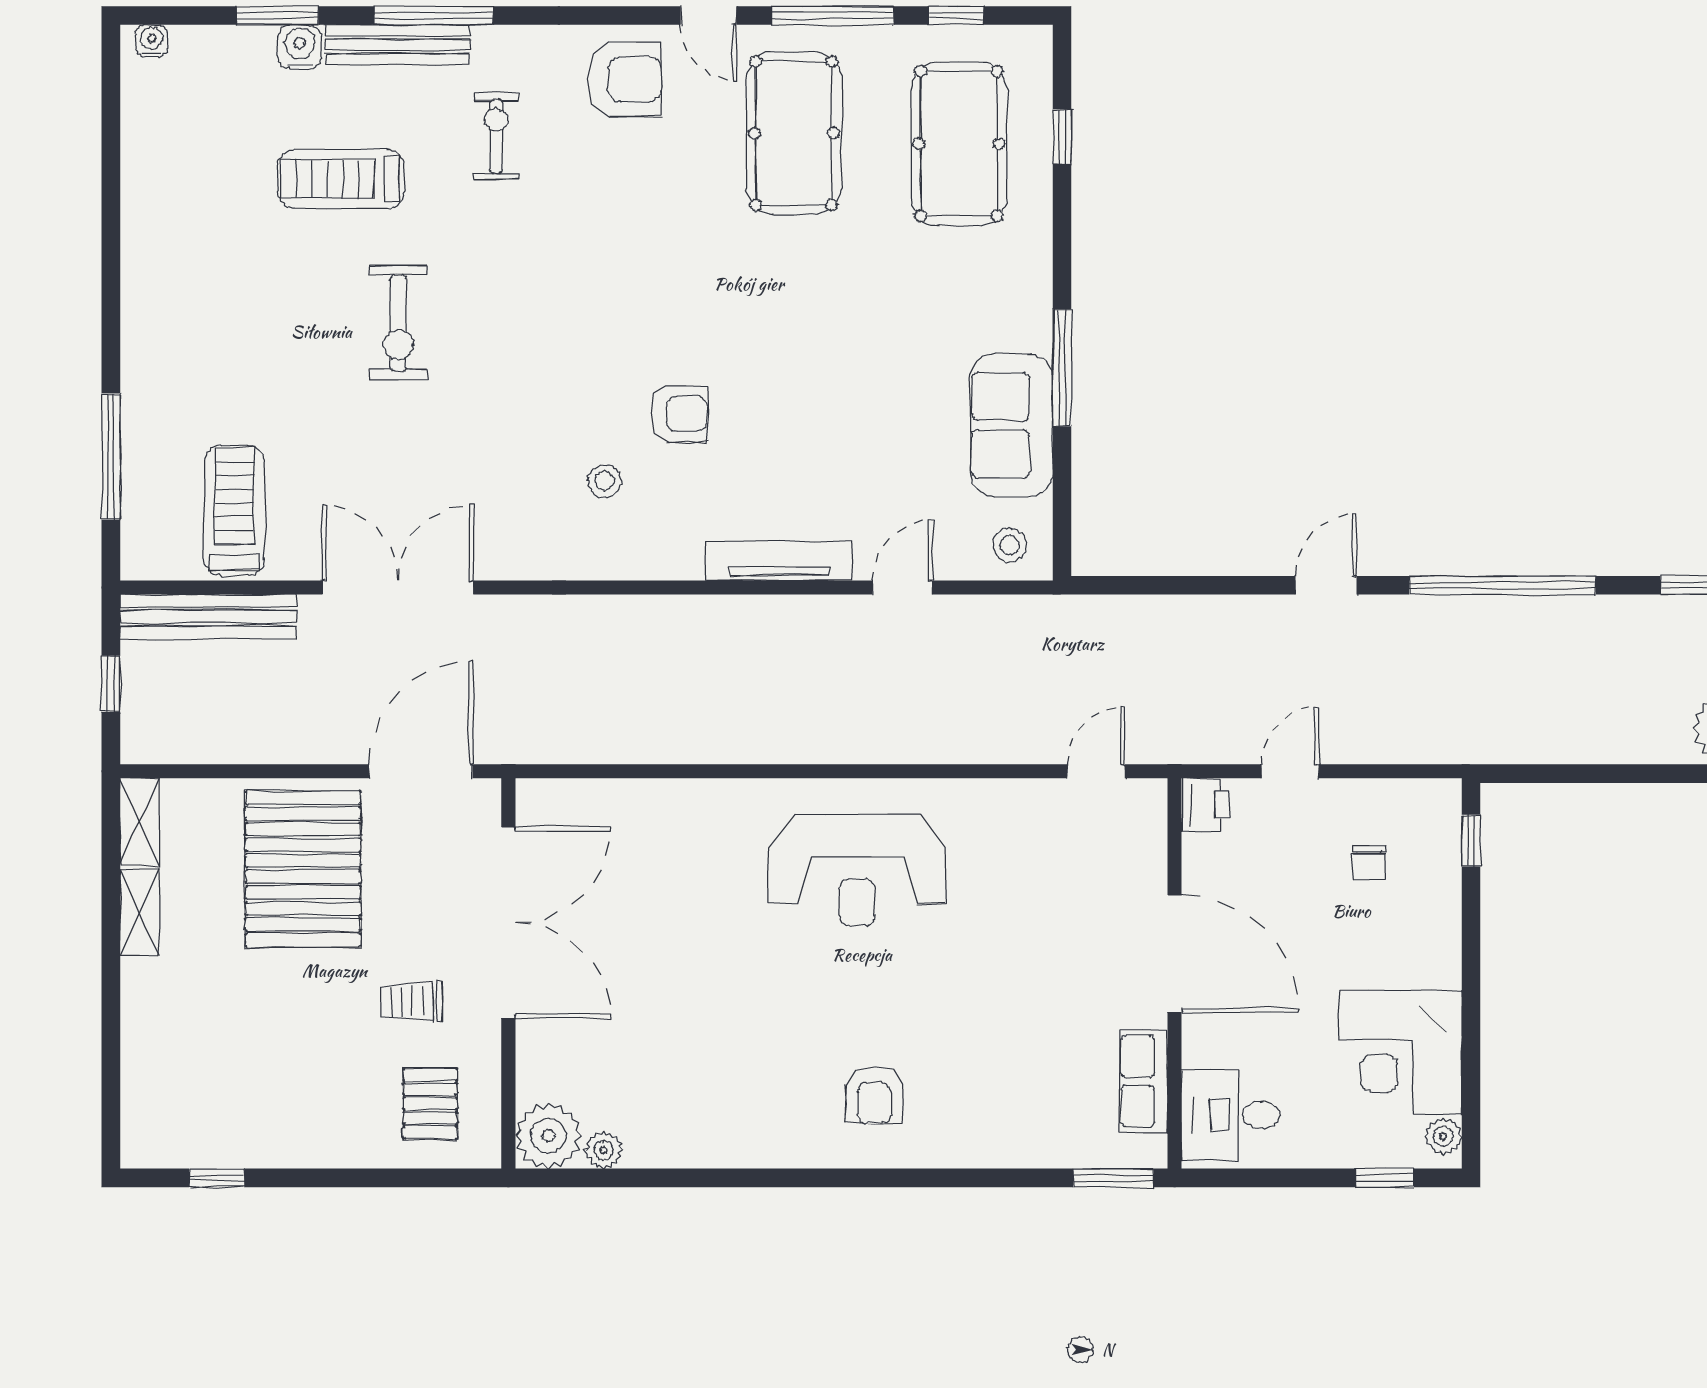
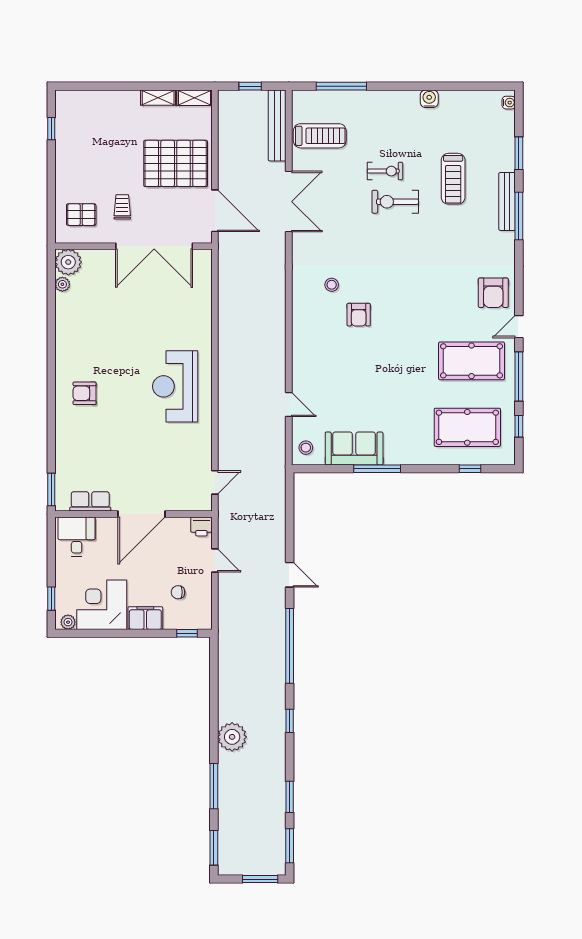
water cooler: (300, 47) -> (429, 99), moved, turned -90
exercise bike: (496, 136) -> (385, 171), moved
treadmill: (341, 179) -> (453, 179), turned 180
tv unit: (779, 561) -> (300, 355), removed
door: (1096, 771) -> (215, 482), hinge flipped
filing cabinet: (1433, 944) -> (145, 618), added

